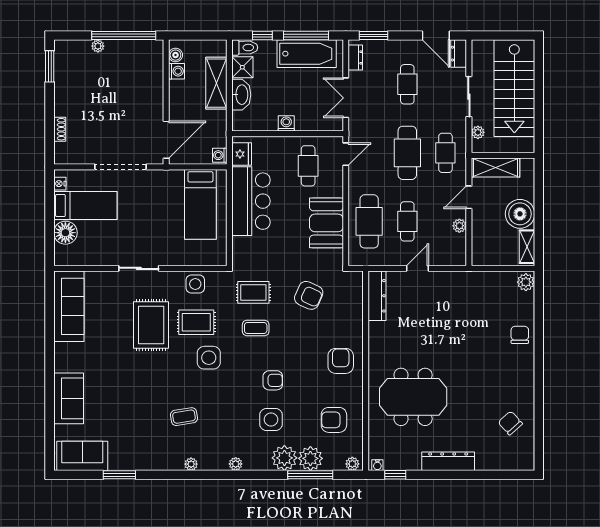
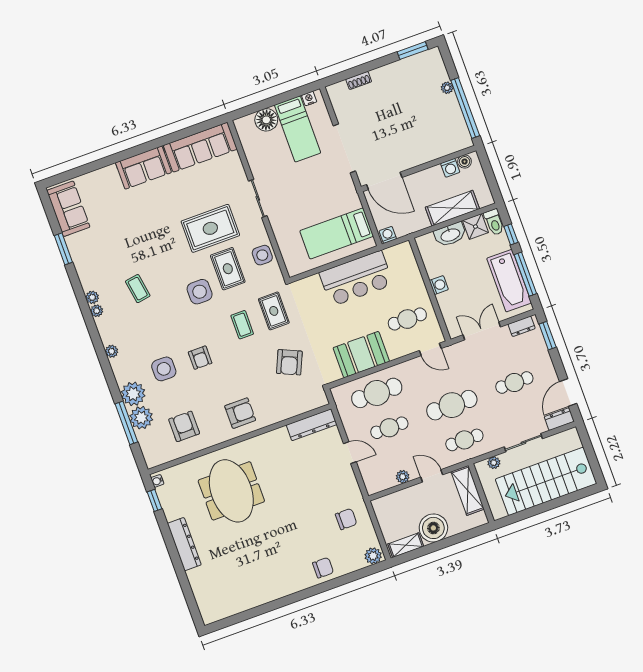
fridge: (242, 154) -> (396, 254), removed
sofa: (69, 398) -> (143, 168), moved
chair: (510, 423) -> (346, 519), moved, turned 42
plant: (352, 464) -> (92, 297), moved

